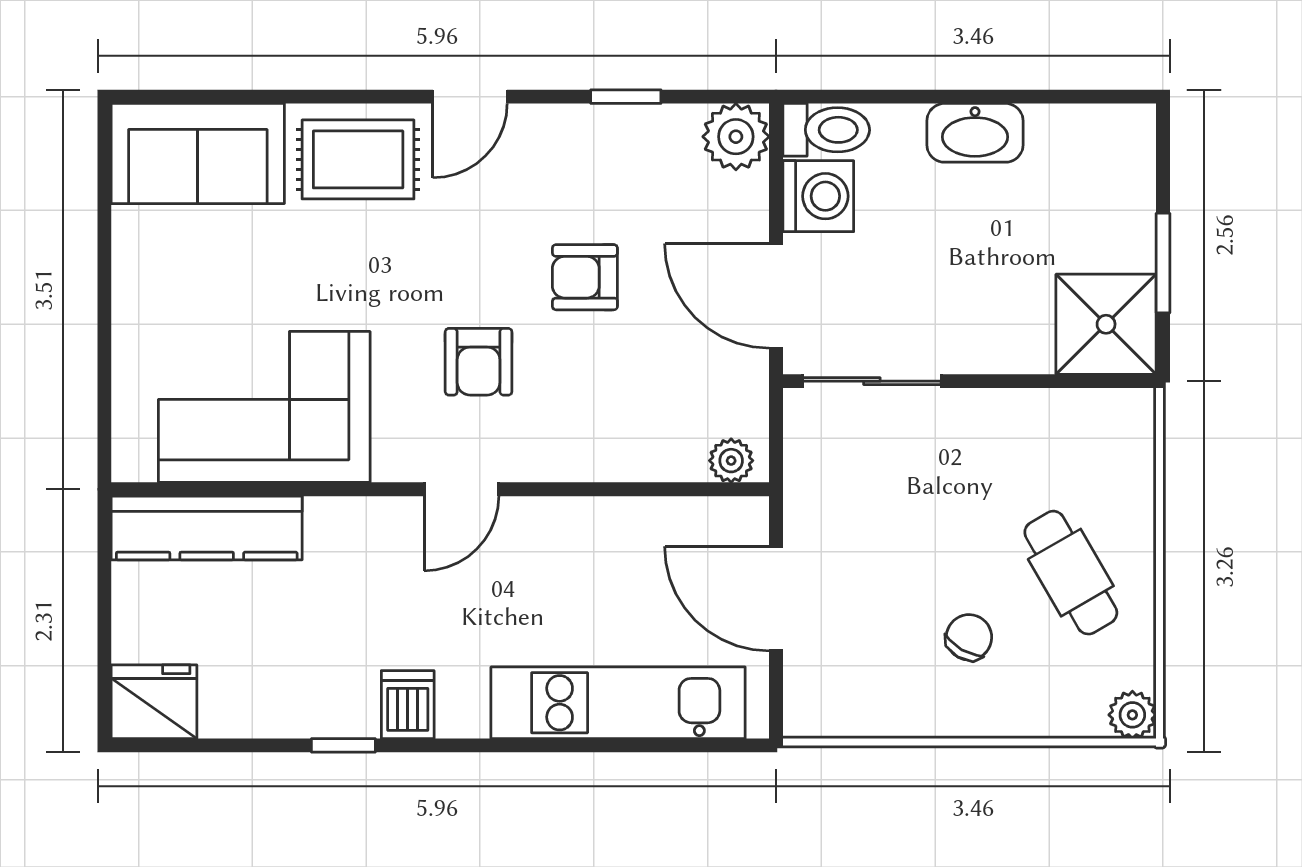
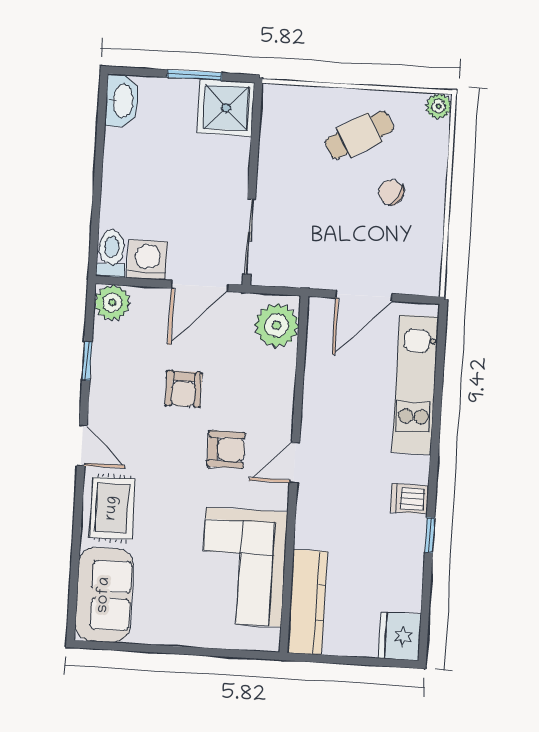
washbasin: (975, 133) -> (122, 101), moved
plant: (731, 461) -> (277, 325), width x1.87, depth x1.87
door: (461, 489) -> (295, 463), swing flipped

